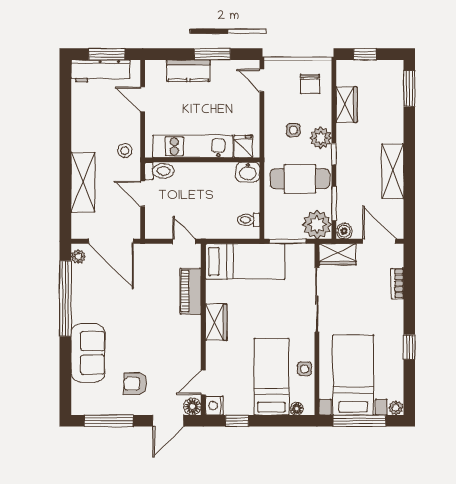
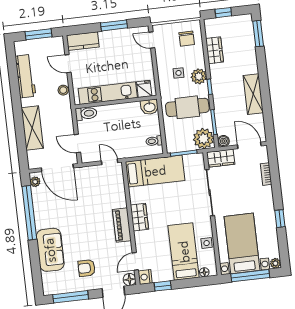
workbench: (100, 71) -> (25, 76), moved, turned -90
kitchen counter: (188, 71) -> (83, 41), moved
stool: (125, 151) -> (63, 90), moved
door: (143, 194) -> (77, 144), moved
piano: (191, 291) -> (122, 225), moved

